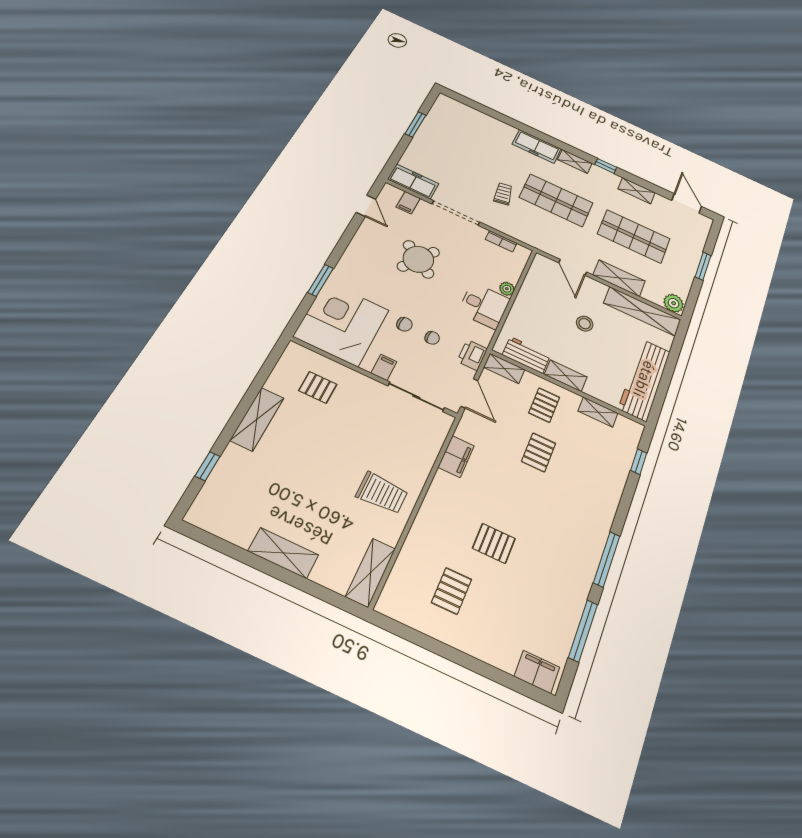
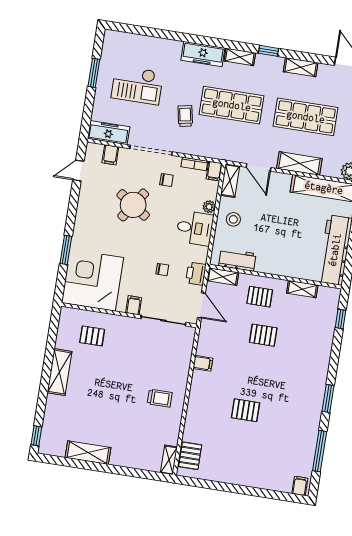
checkout: (459, 150) -> (137, 85), added
door: (366, 206) -> (78, 171), swing flipped
filing cabinet: (522, 255) -> (214, 171), added
chair: (404, 324) -> (166, 180), moved
stool: (585, 324) -> (233, 219), moved
shelving: (566, 376) -> (230, 181), moved, turned 90
pallet: (544, 405) -> (260, 297), turned 90
pallet: (539, 452) -> (263, 335), turned 90
filing cabinet: (456, 456) -> (203, 363), width x0.50
window: (207, 466) -> (36, 436), moved
trolley: (382, 493) -> (160, 398), width x0.73, depth x0.72
shelving: (283, 553) -> (88, 453), moved
window: (607, 559) -> (328, 399), width x0.69
shelving: (371, 573) -> (169, 460), width x0.67, depth x0.75
pallet: (452, 591) -> (190, 456), moved
filing cabinet: (537, 672) -> (300, 486), width x0.50

